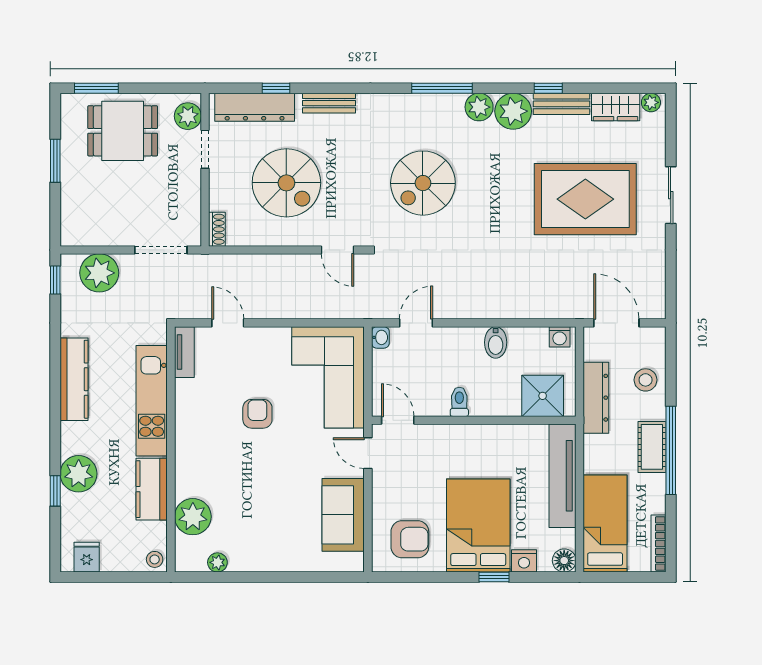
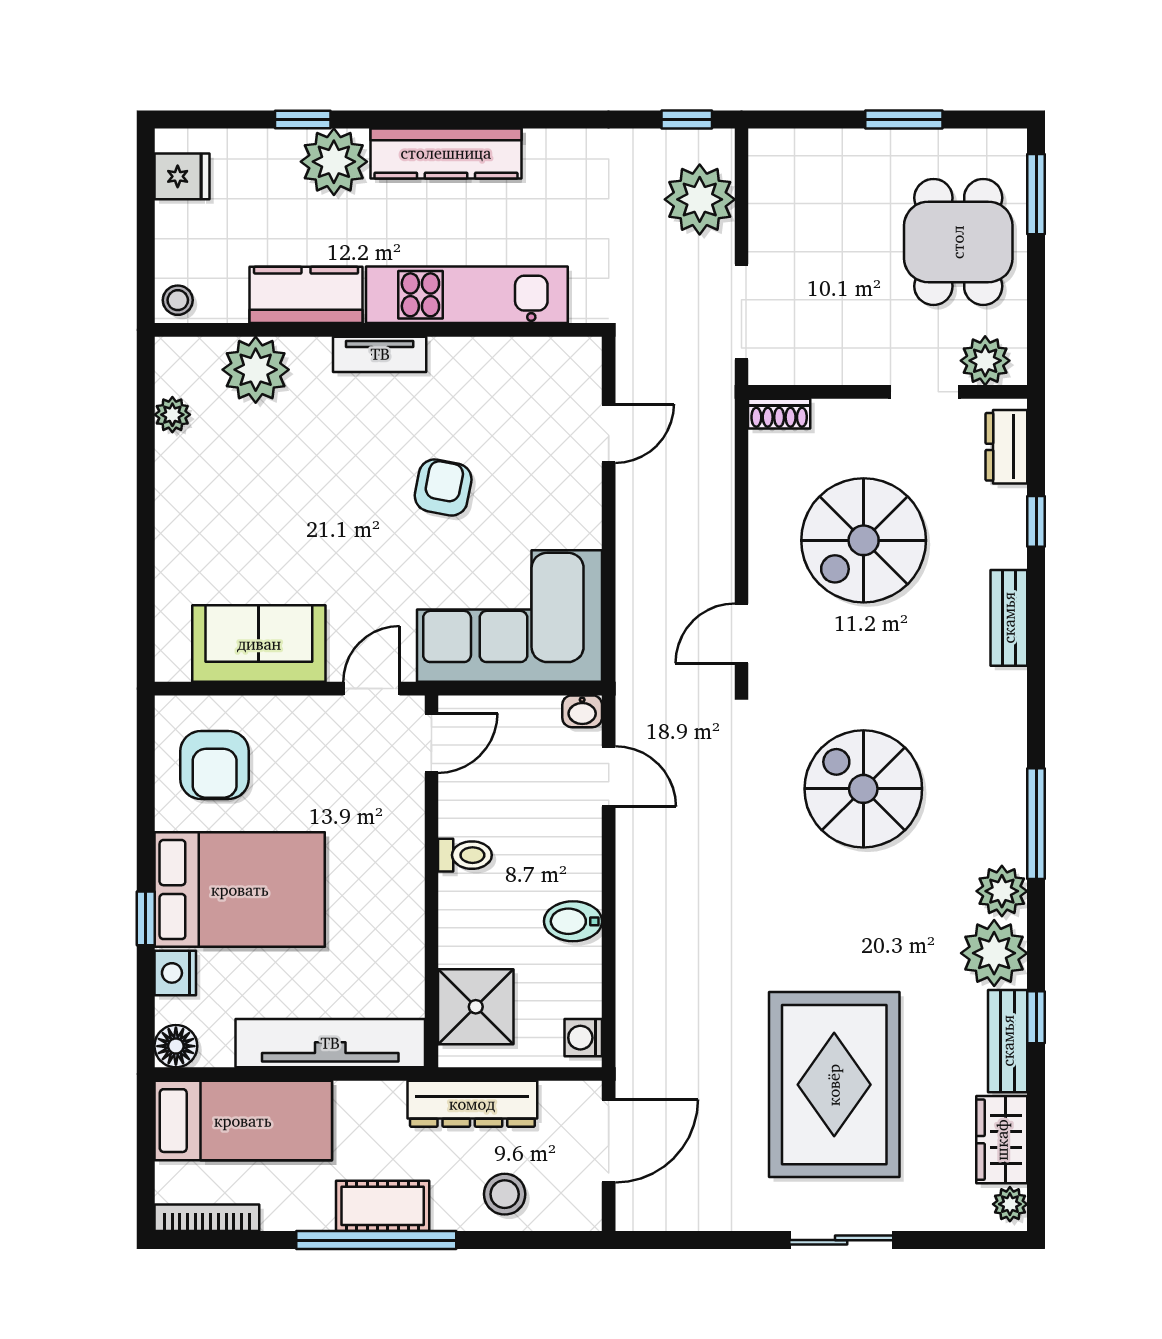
dresser: (255, 107) -> (1006, 447), width x0.51, depth x0.80
tv unit: (184, 352) -> (380, 354), moved
kitchen counter: (74, 379) -> (446, 153), moved
armchair: (257, 414) -> (443, 487), turned -79

